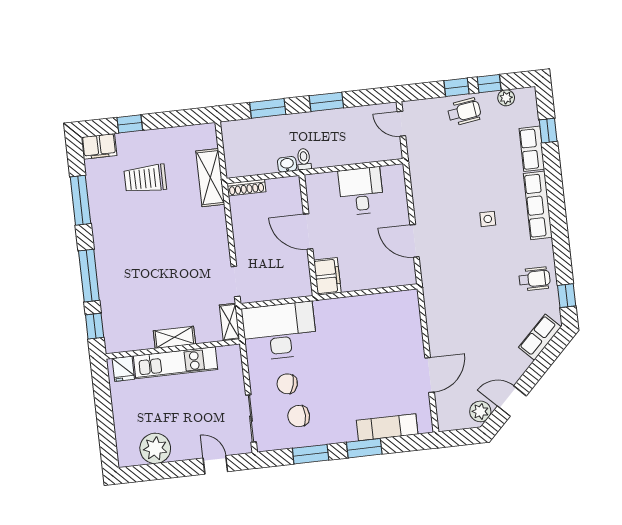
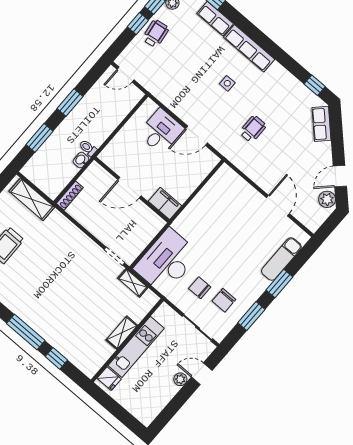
shelving: (210, 178) -> (32, 199), moved
desk: (361, 191) -> (161, 131), moved, turned 90
wheelchair: (534, 279) -> (253, 129), moved
shelving: (174, 337) -> (122, 333), moved
wall: (173, 349) -> (127, 340), moved
kitchen unit: (176, 363) -> (136, 347), moved
fridge: (123, 369) -> (109, 379), moved
chair: (287, 384) -> (200, 288), turned 75
plant: (155, 448) -> (180, 379), moved, width x0.53, depth x0.53

